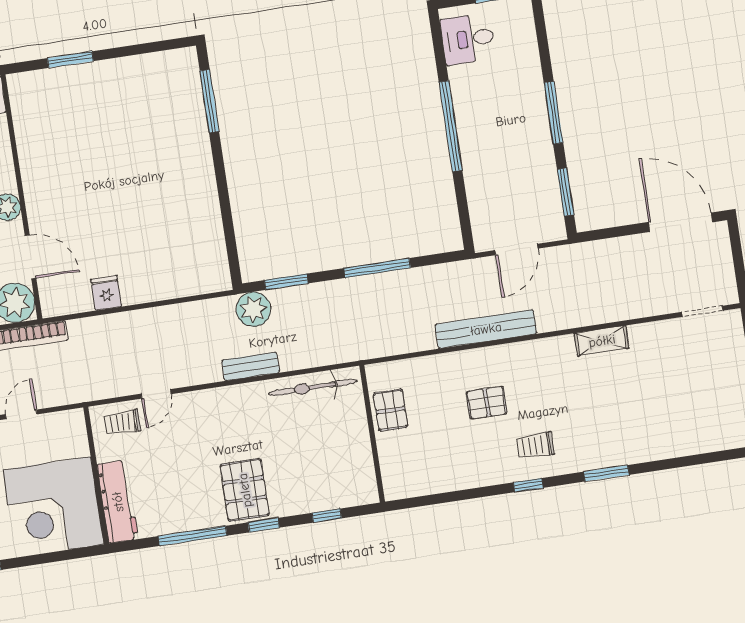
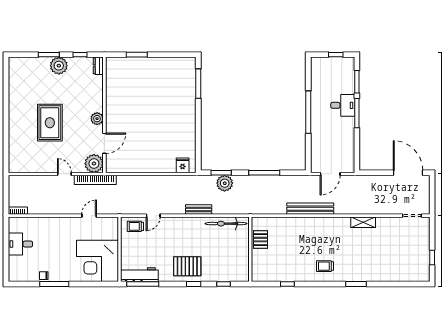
desk: (468, 39) -> (343, 105), moved, turned 180
window: (565, 192) -> (357, 82), moved
door: (30, 257) -> (104, 143), hinge flipped
fridge: (106, 293) -> (183, 165), moved
plant: (253, 309) -> (225, 183), moved
pallet: (487, 403) -> (306, 243), removed
window: (528, 485) -> (287, 284), moved
pallet: (245, 490) -> (187, 266), turned 90
workbench: (118, 502) -> (139, 275), moved, turned -90
window: (193, 536) -> (143, 284), moved

